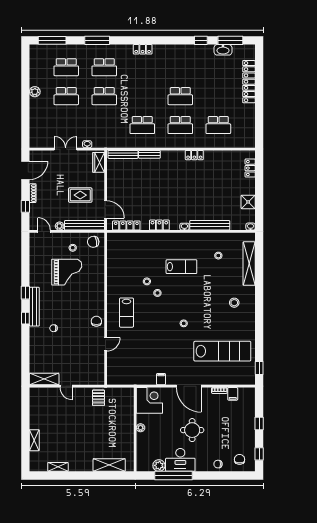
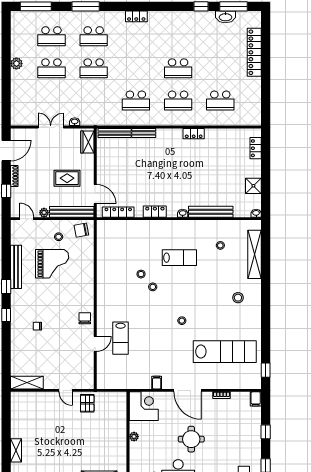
bench: (34, 307) -> (16, 267), moved
lab bench: (126, 313) -> (121, 338), moved
door: (66, 386) -> (66, 390), moved
filing cabinet: (233, 394) -> (256, 399), moved

